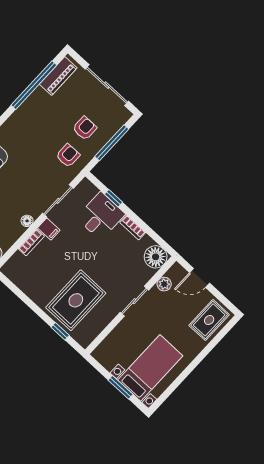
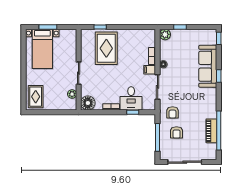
piano: (58, 76) -> (211, 131), moved
door: (200, 278) -> (58, 112), removed

